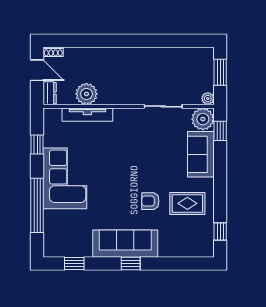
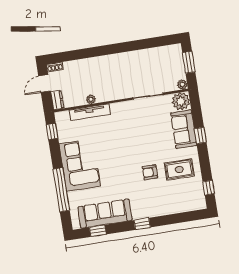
door: (37, 70) -> (45, 84), swing flipped
plant: (86, 94) -> (91, 99), width x0.53, depth x0.53
window: (220, 131) -> (200, 135), moved
window: (37, 145) -> (52, 132), moved
sofa: (125, 244) -> (105, 214), moved

